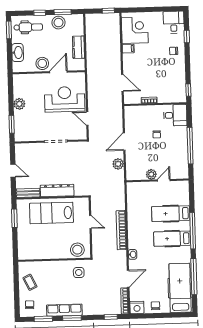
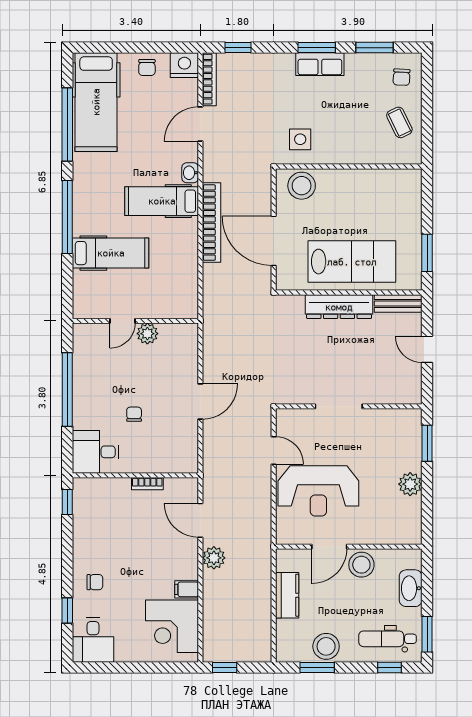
window: (40, 13) -> (390, 667), moved
plant: (118, 164) -> (214, 558), moved
door: (90, 222) -> (274, 241), width x1.87
hospital bed: (172, 239) -> (162, 201), moved, turned 180
row of seats: (64, 310) -> (320, 64), width x0.68

